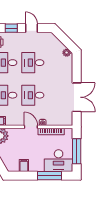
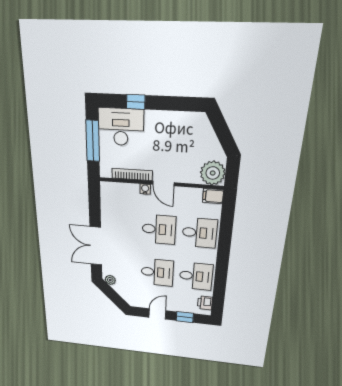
door: (31, 28) -> (157, 314), swing flipped
double door: (77, 97) -> (96, 246), moved
filing cabinet: (24, 166) -> (178, 121), removed
window: (49, 176) -> (136, 102), width x0.46

